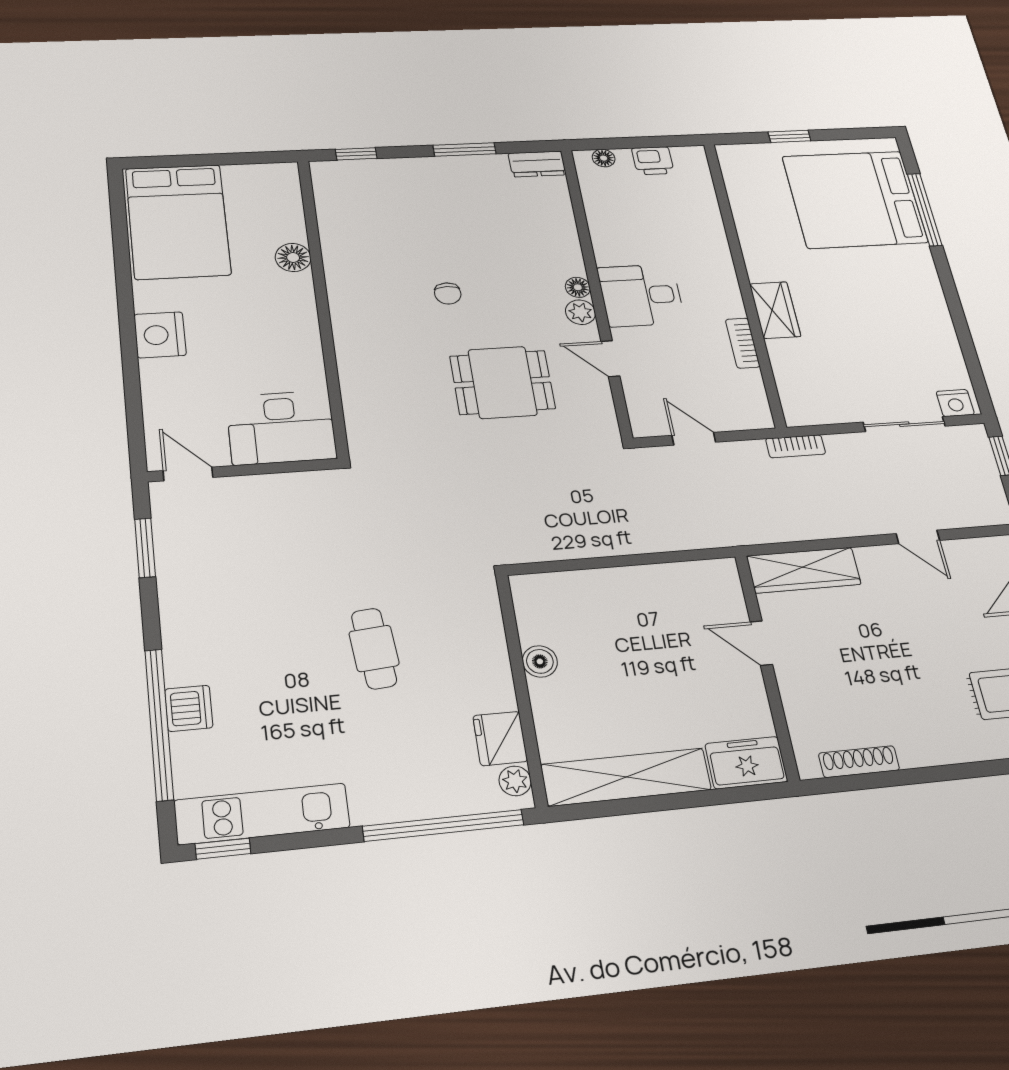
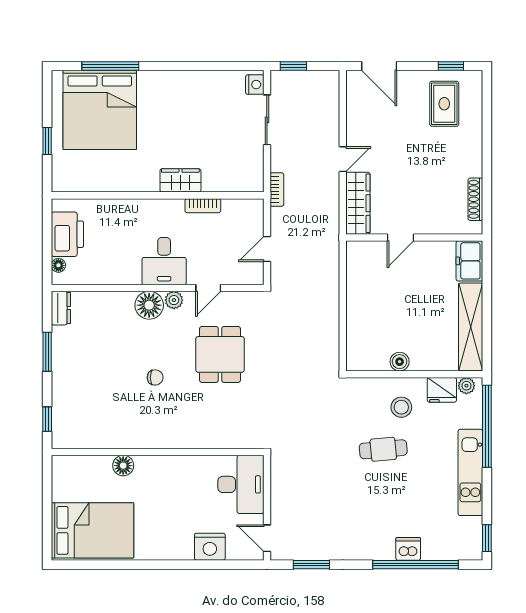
printer: (653, 161) -> (67, 234), width x1.87, depth x1.48
floor lamp: (578, 287) -> (149, 305), width x1.89, depth x1.89
nightstand: (160, 335) -> (210, 547), moved
door: (188, 474) -> (267, 538), hinge flipped
door: (918, 537) -> (343, 159), moved
stool: (457, 672) -> (401, 407), added
kitchen unit: (262, 814) -> (470, 472), moved

